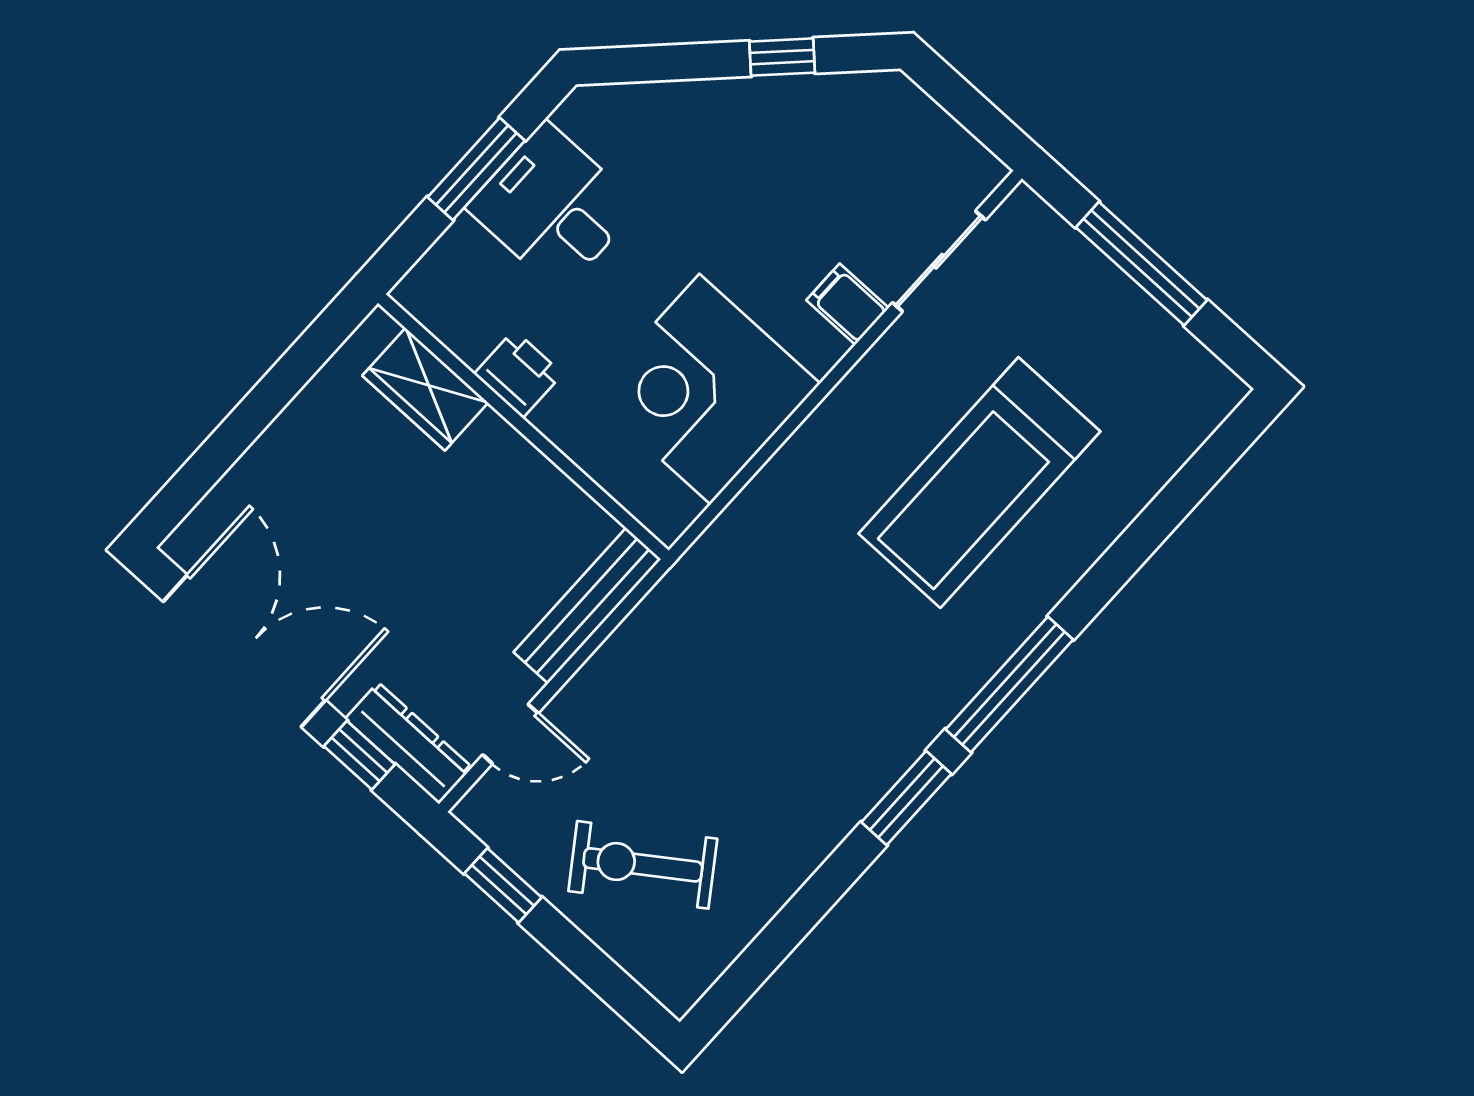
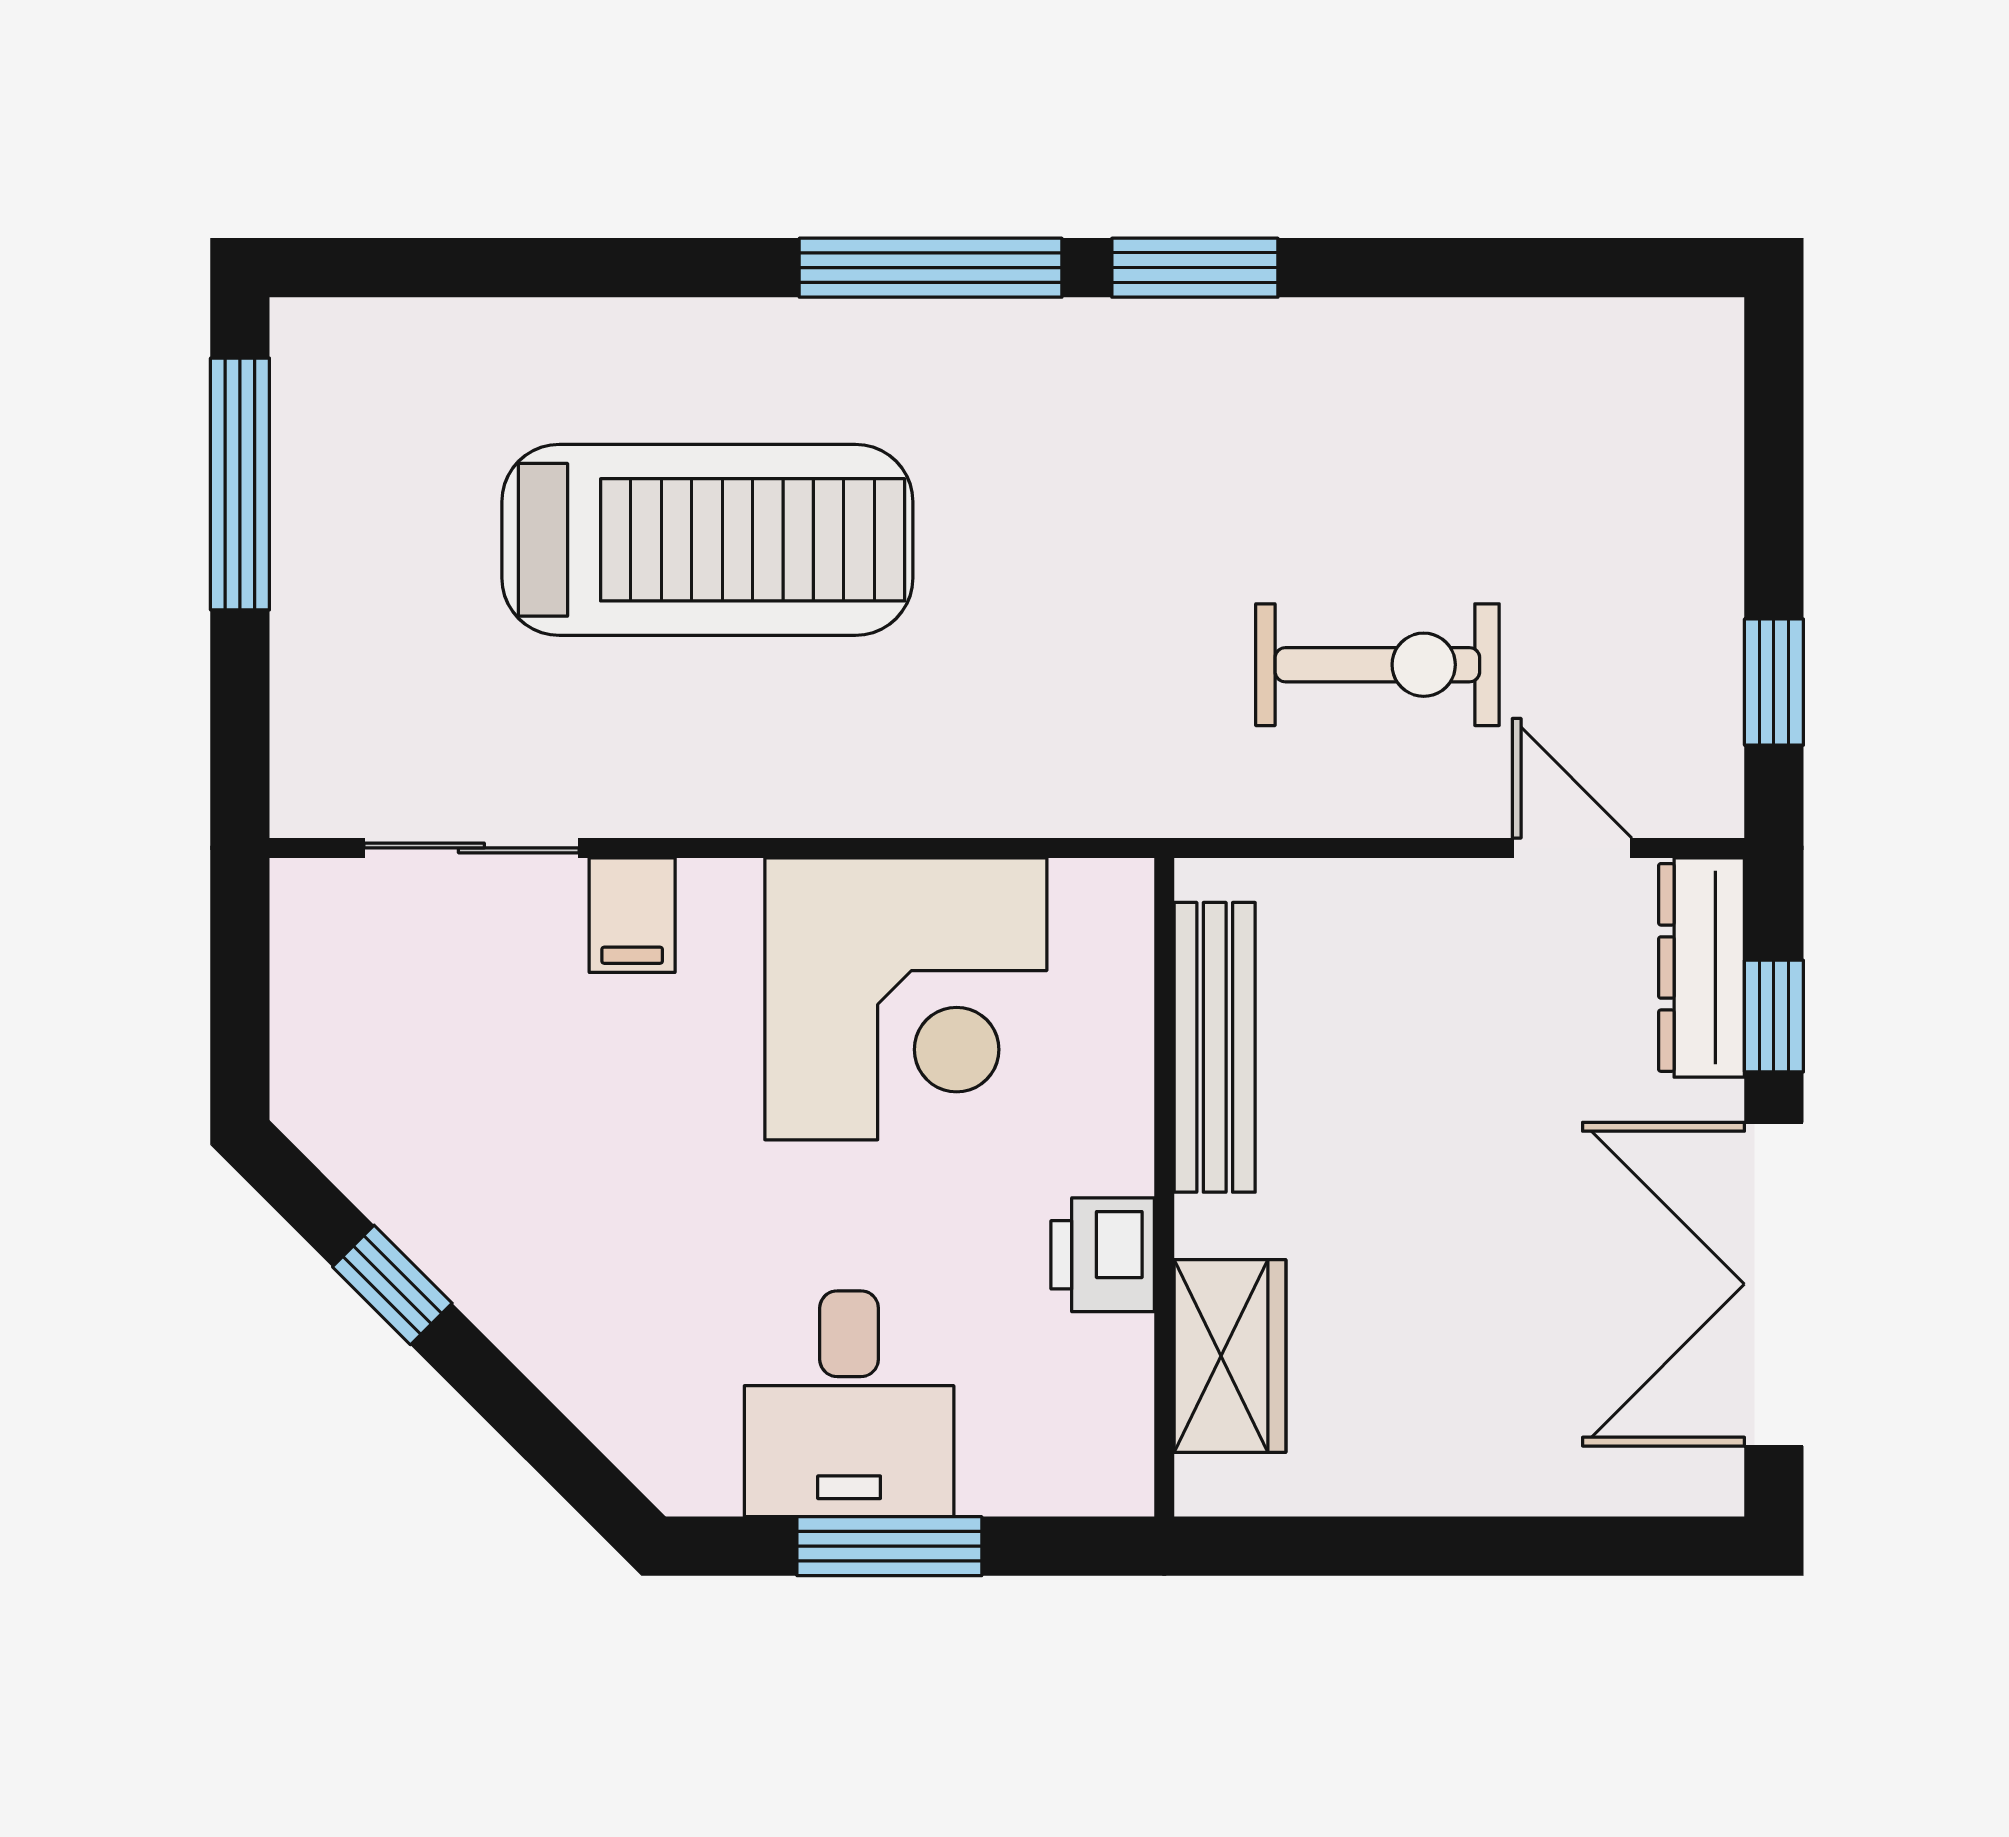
window: (1142, 264) -> (240, 484), moved
bench: (587, 606) -> (1215, 1047), moved, turned 90
exercise bike: (643, 865) -> (1377, 665), moved, turned -55

